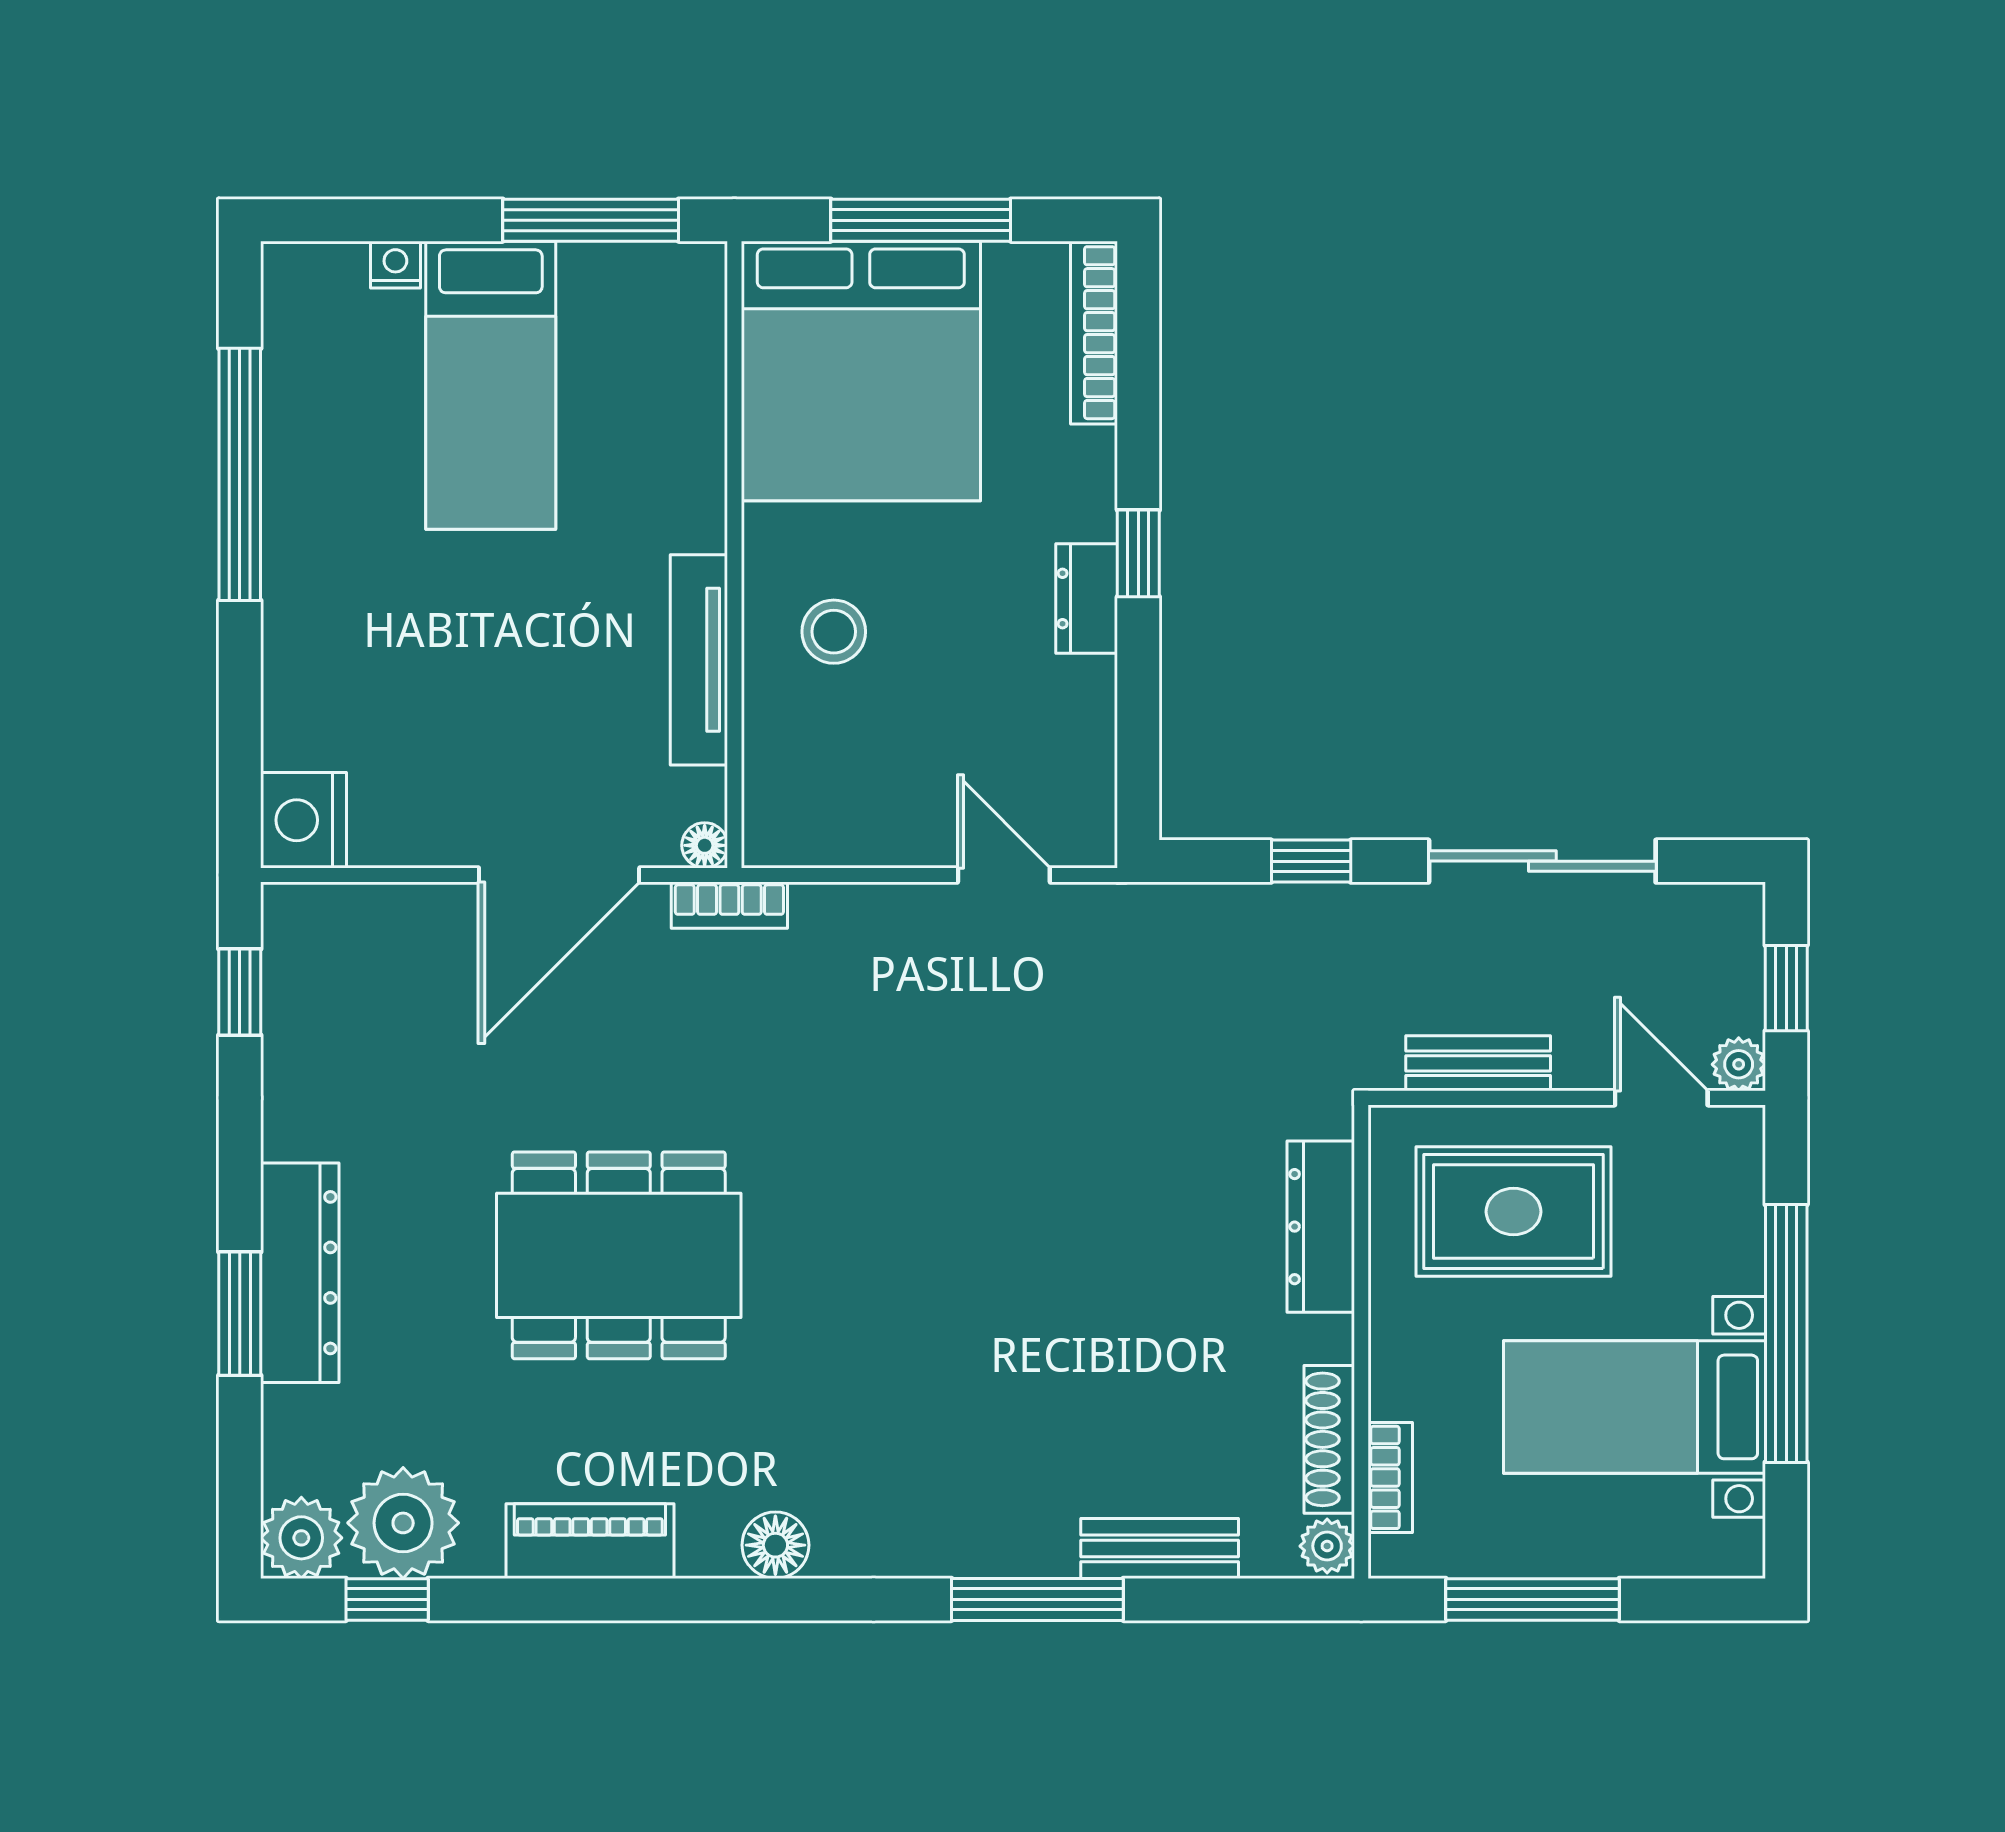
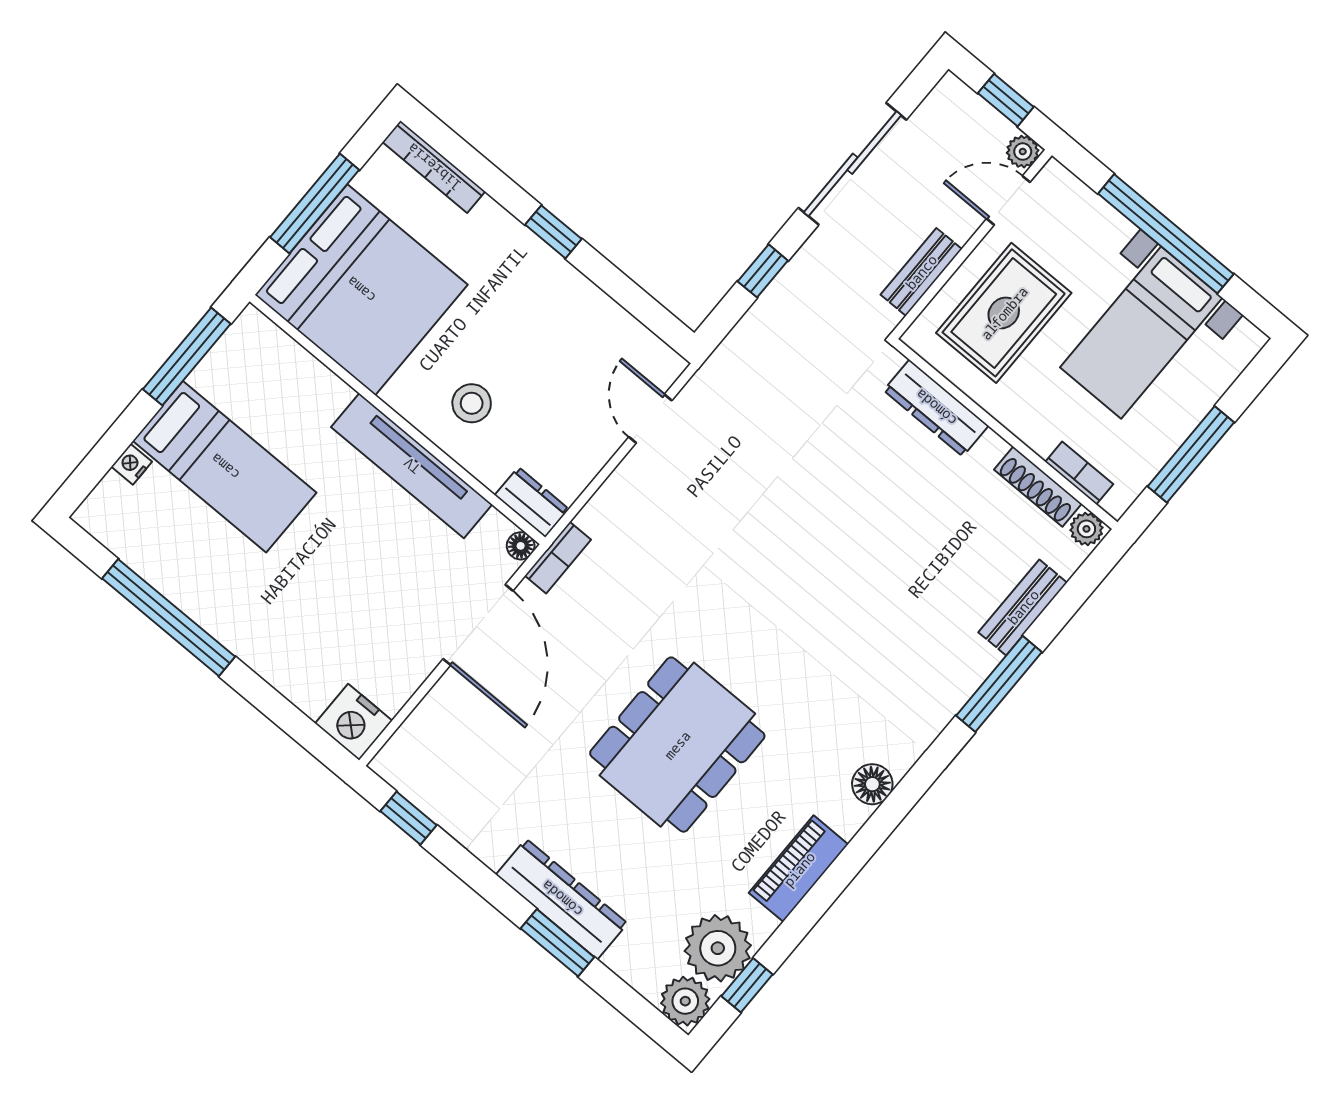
dresser: (1087, 599) -> (532, 502), moved, turned 180
tv unit: (699, 660) -> (412, 466), width x1.36, depth x1.29
door: (1004, 875) -> (650, 419), hinge flipped

